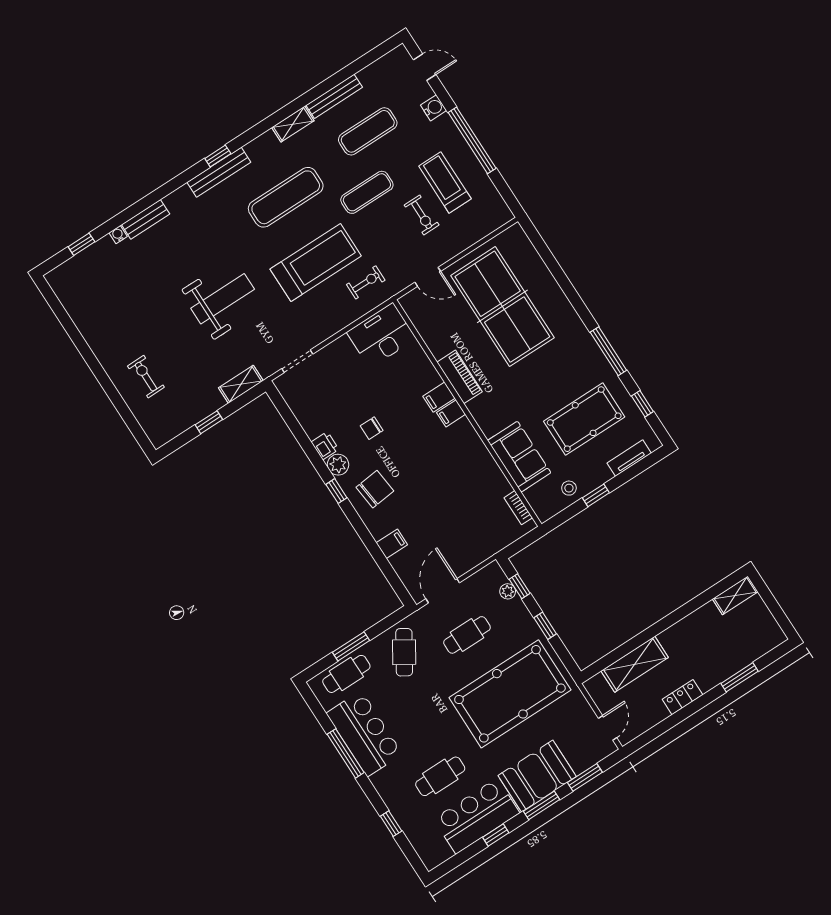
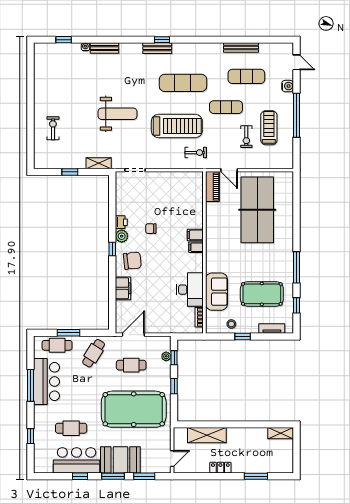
shelving: (293, 124) -> (211, 48), removed
bench: (219, 172) -> (157, 48), width x0.73
desk: (381, 335) -> (190, 290), moved, turned 90
piano: (460, 377) -> (212, 186), moved
filing cabinet: (392, 544) -> (123, 288), width x2.00

